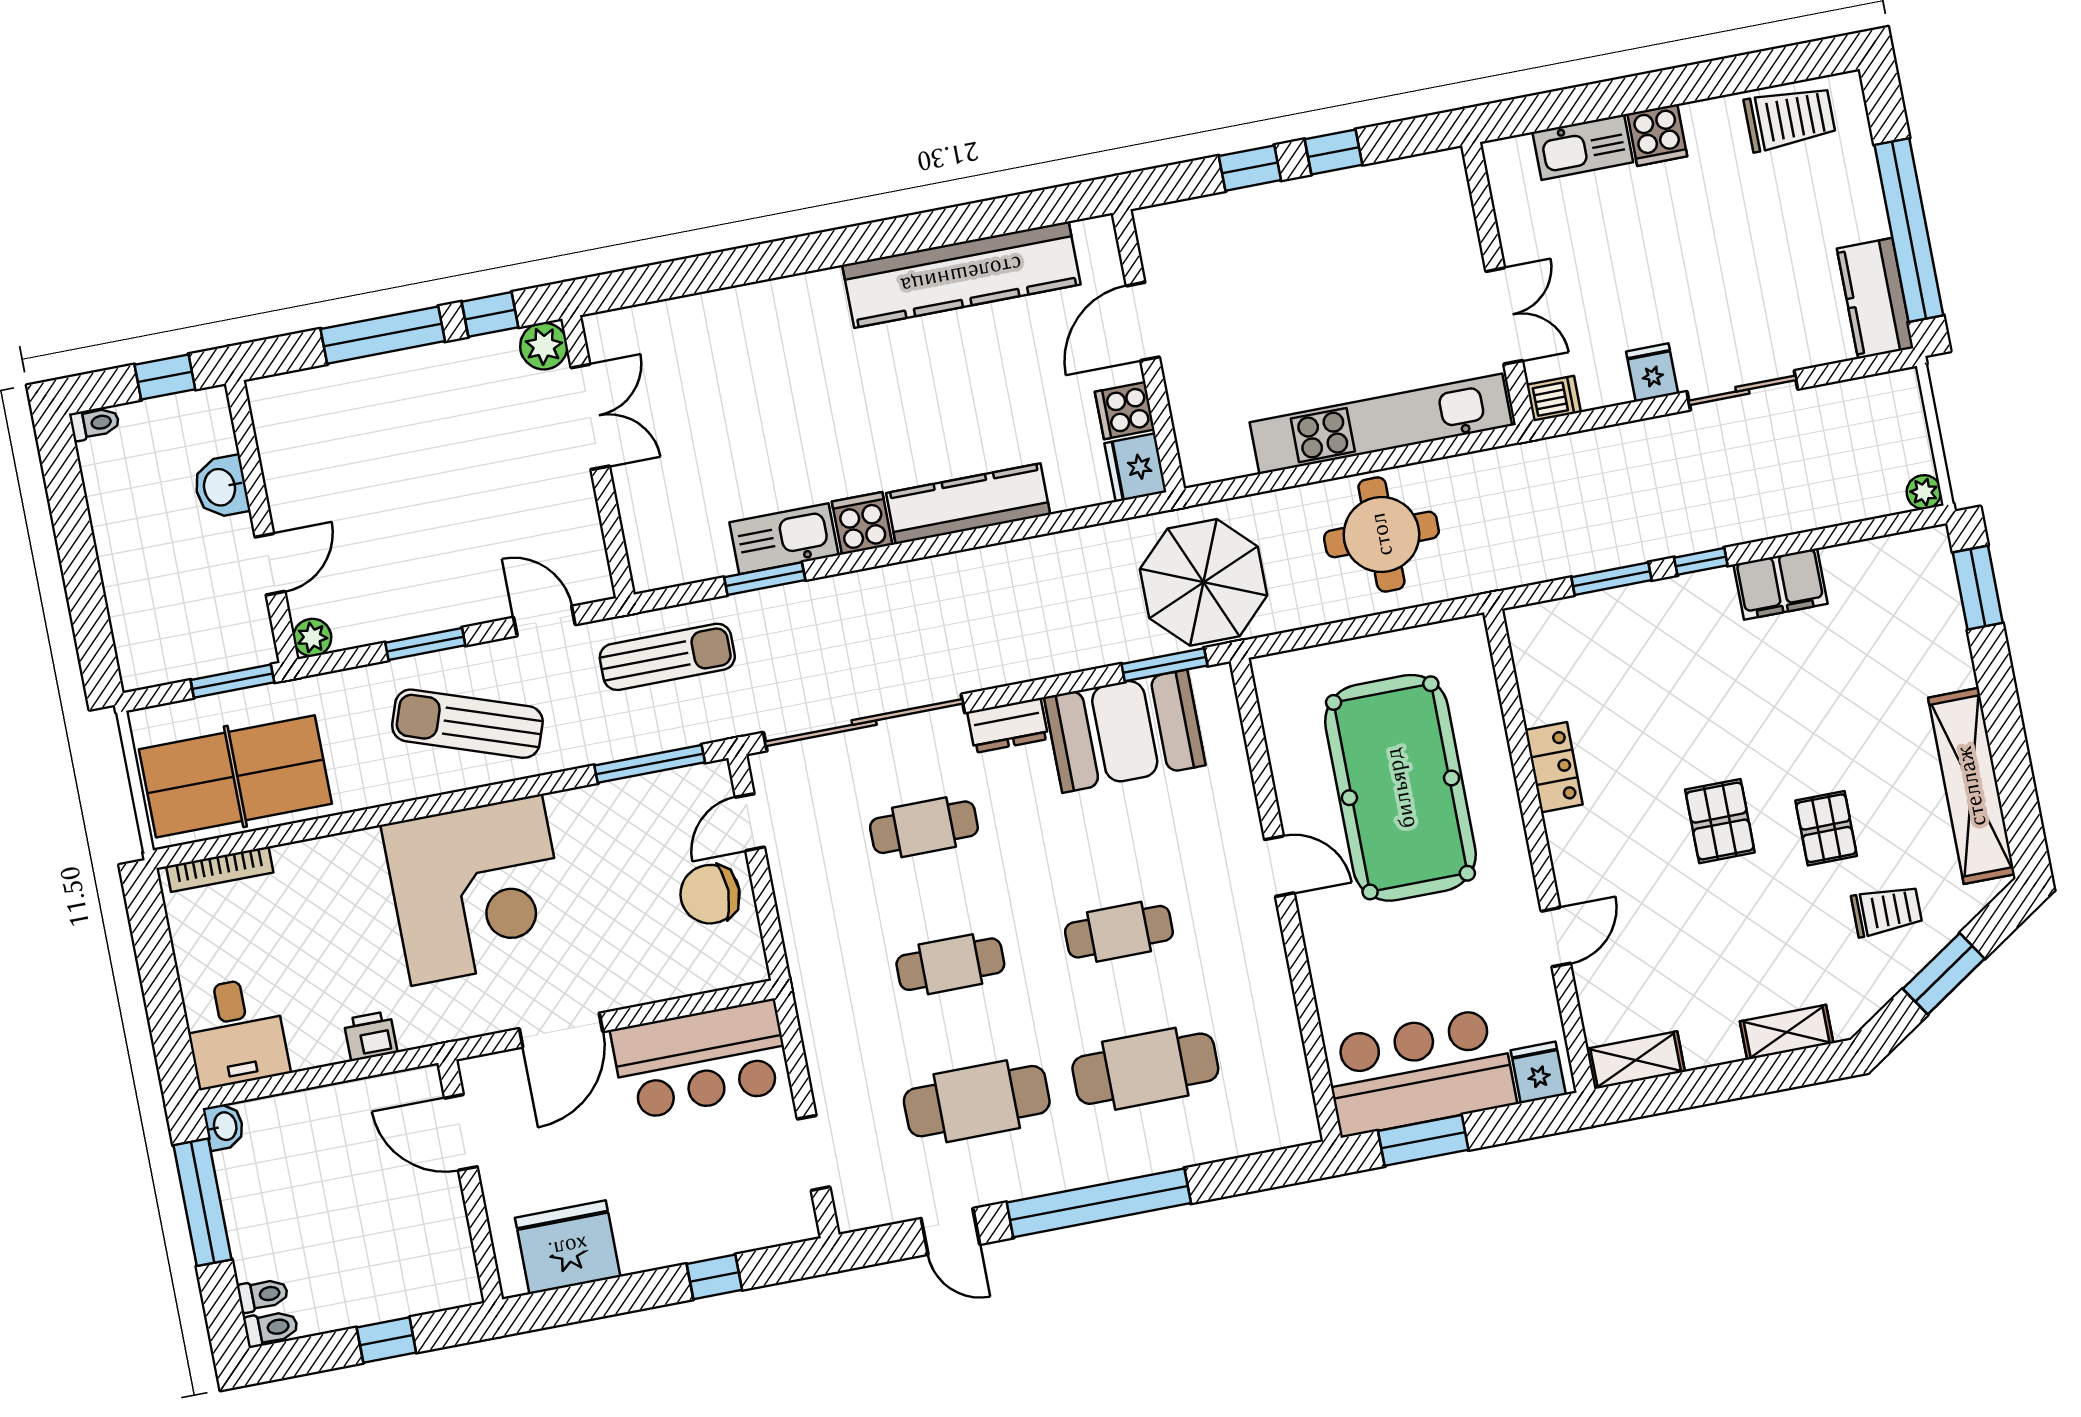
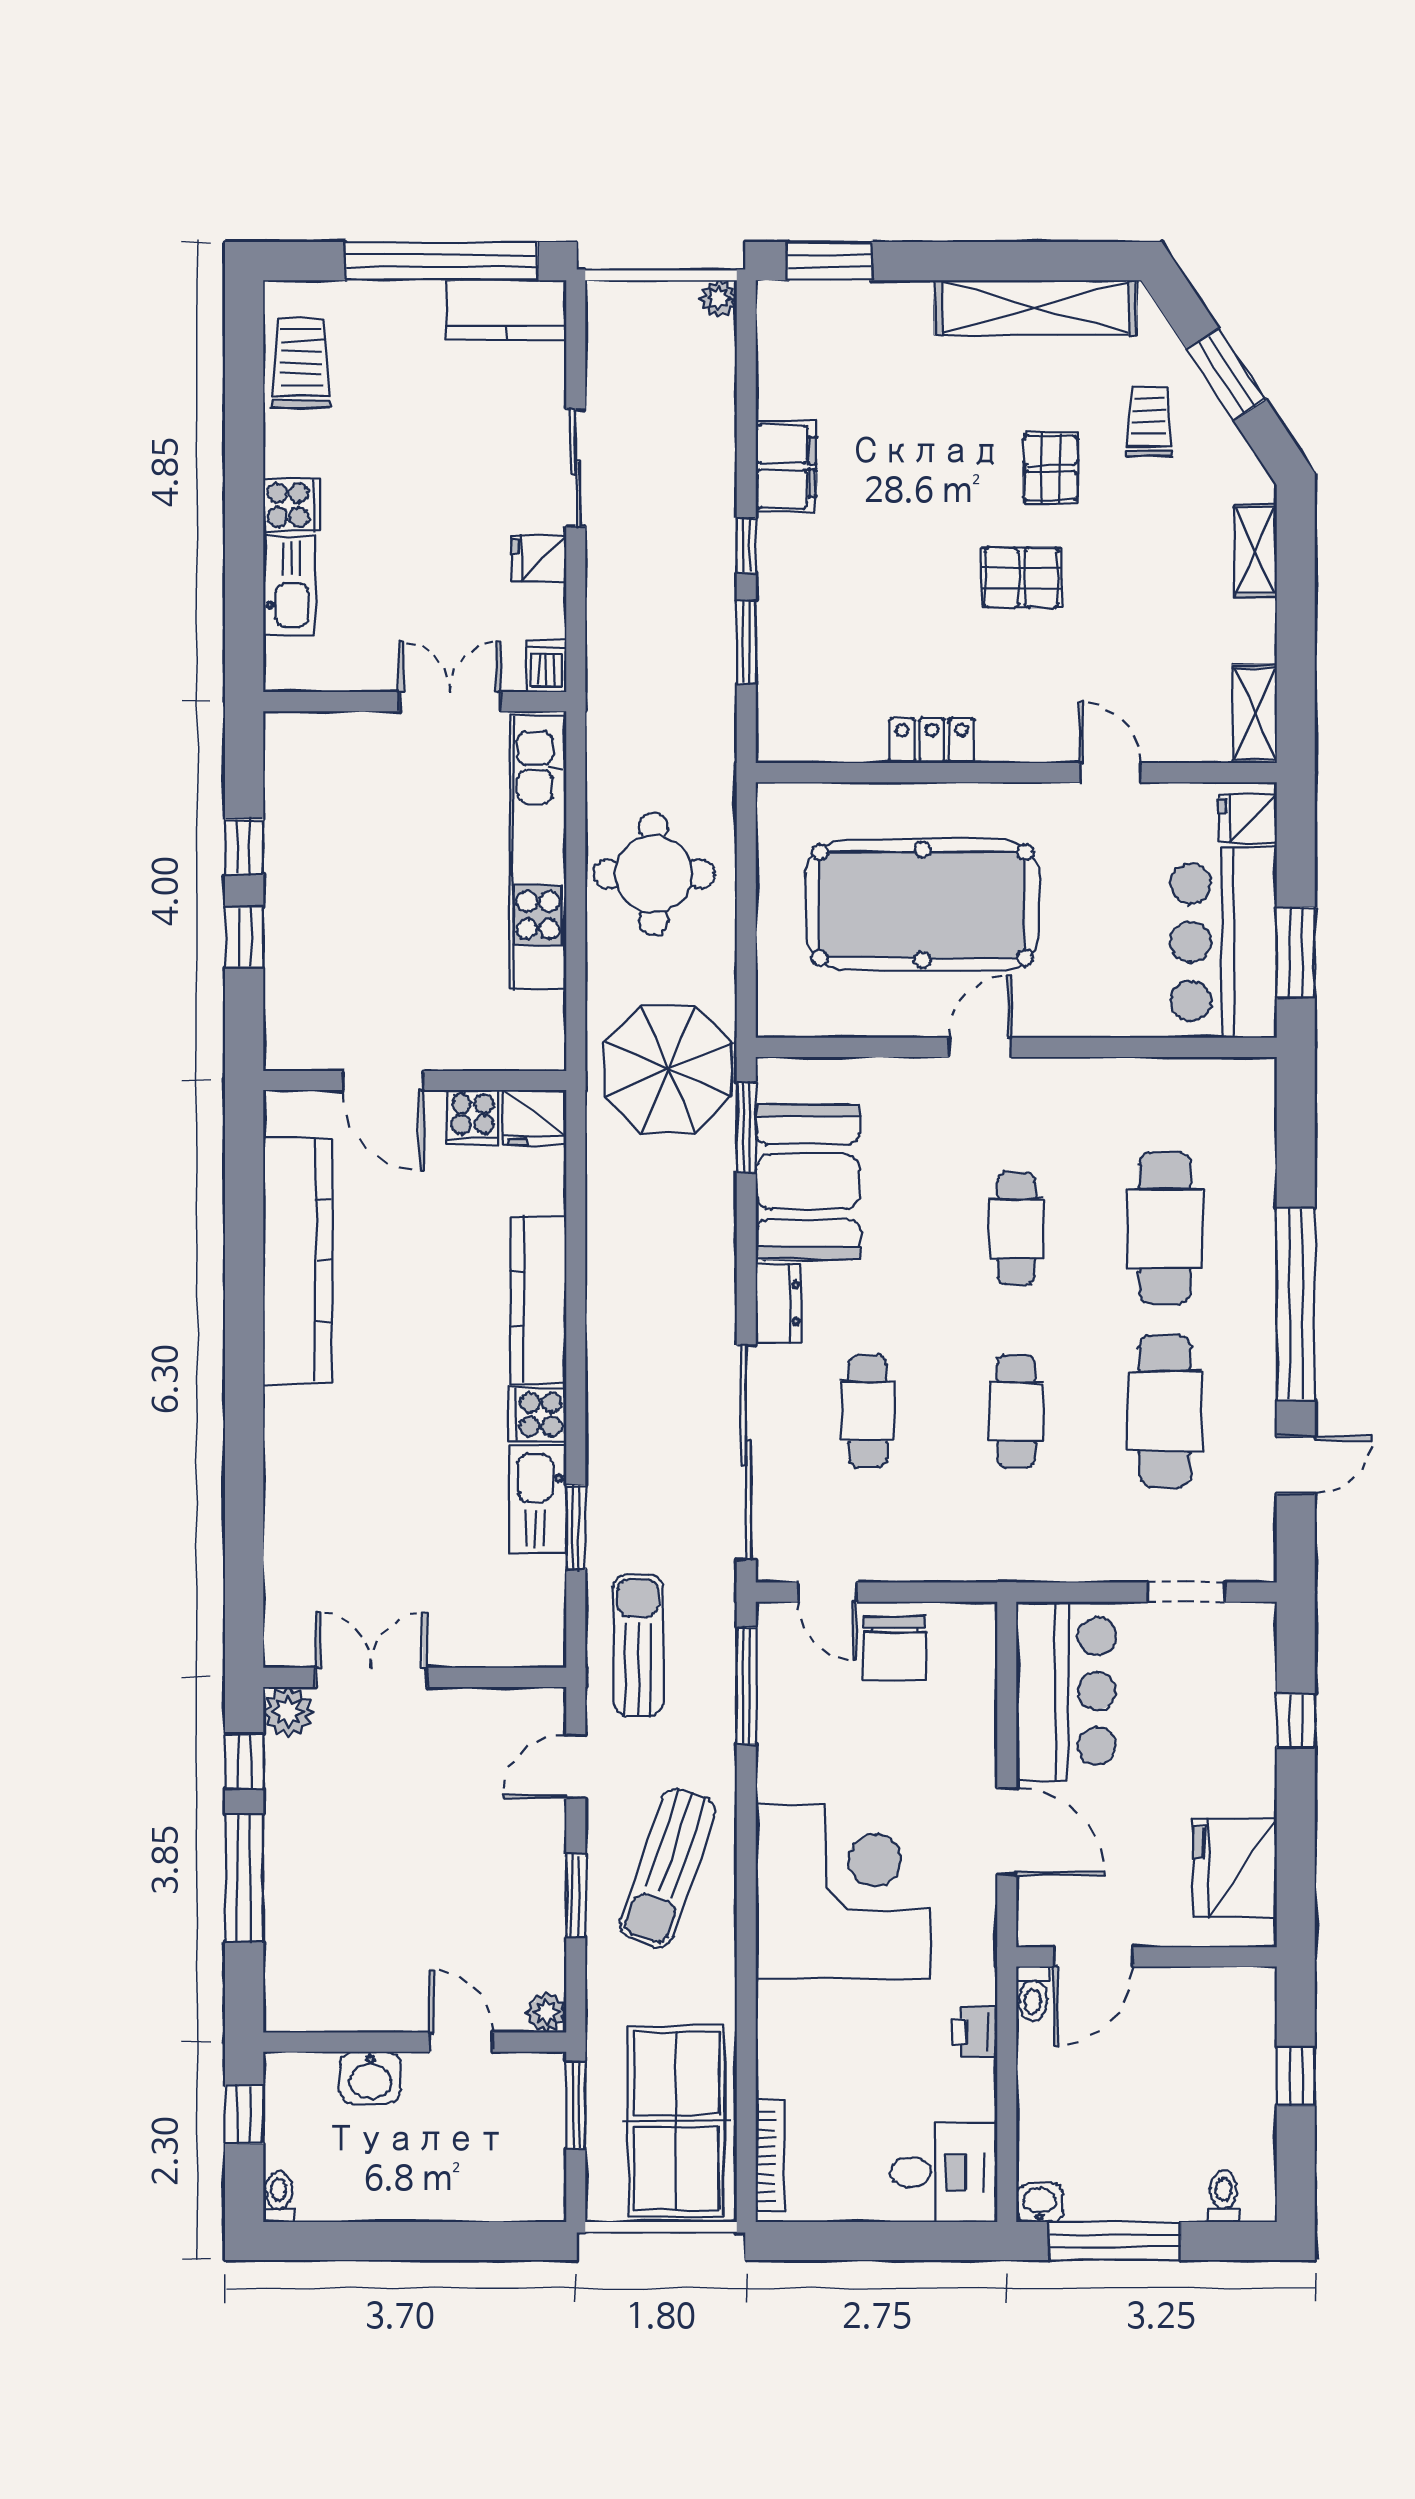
pallet: (1826, 828) -> (1050, 468), turned 90
toilet: (271, 1328) -> (1033, 1994), moved, turned 180

